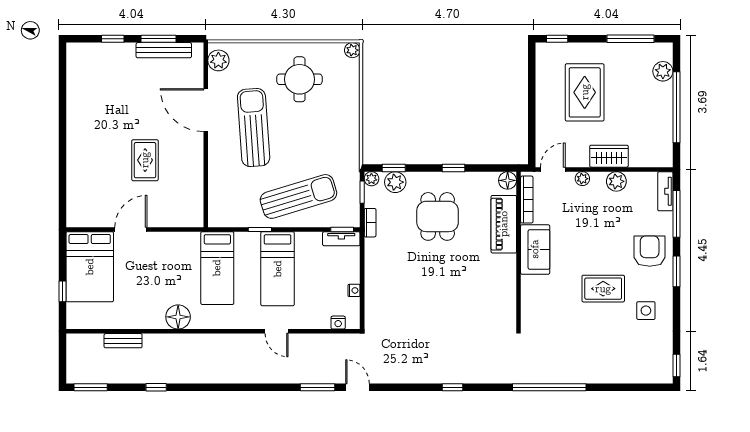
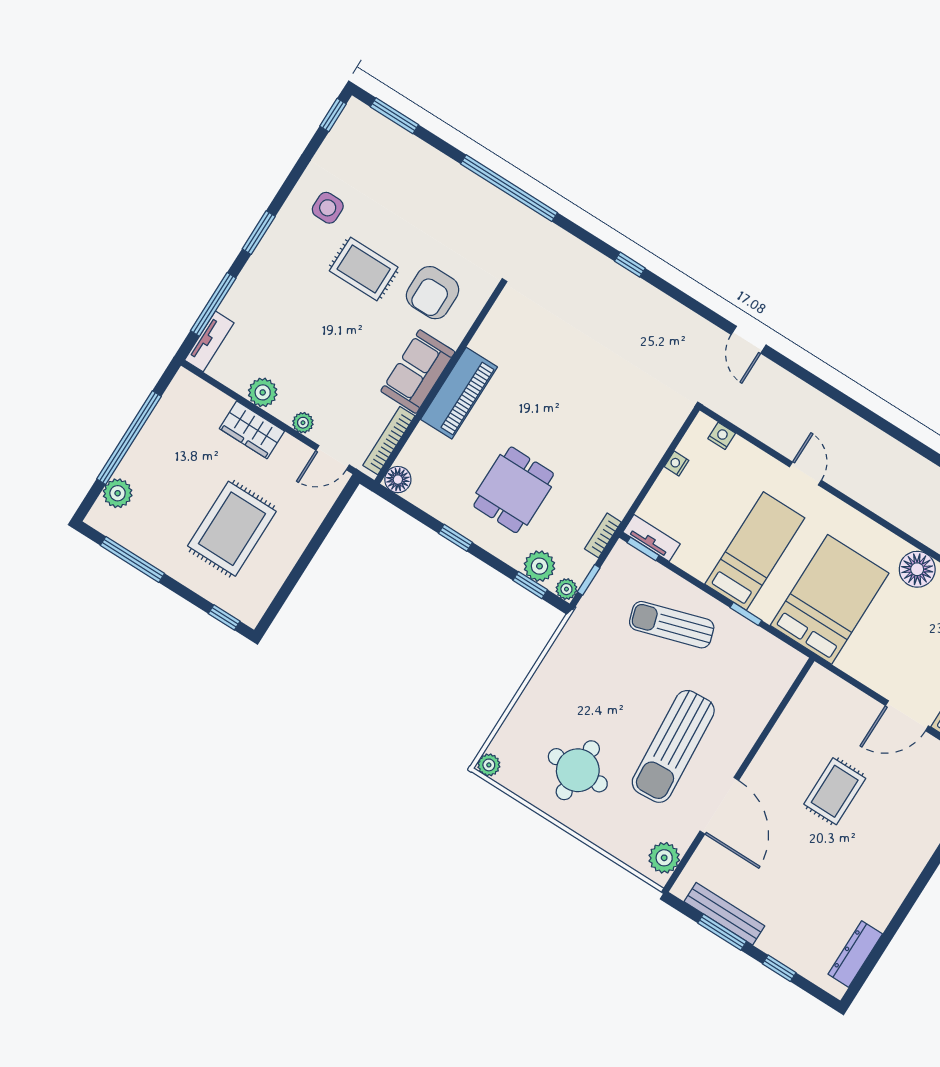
dresser: (74, 74) -> (855, 954), added
sun lounger: (298, 196) -> (672, 625), width x0.73, depth x0.75
piano: (504, 224) -> (459, 393), moved
armchair: (650, 251) -> (433, 293), moved
bed: (217, 268) -> (830, 599), width x1.50
window: (317, 387) -> (394, 116), moved

